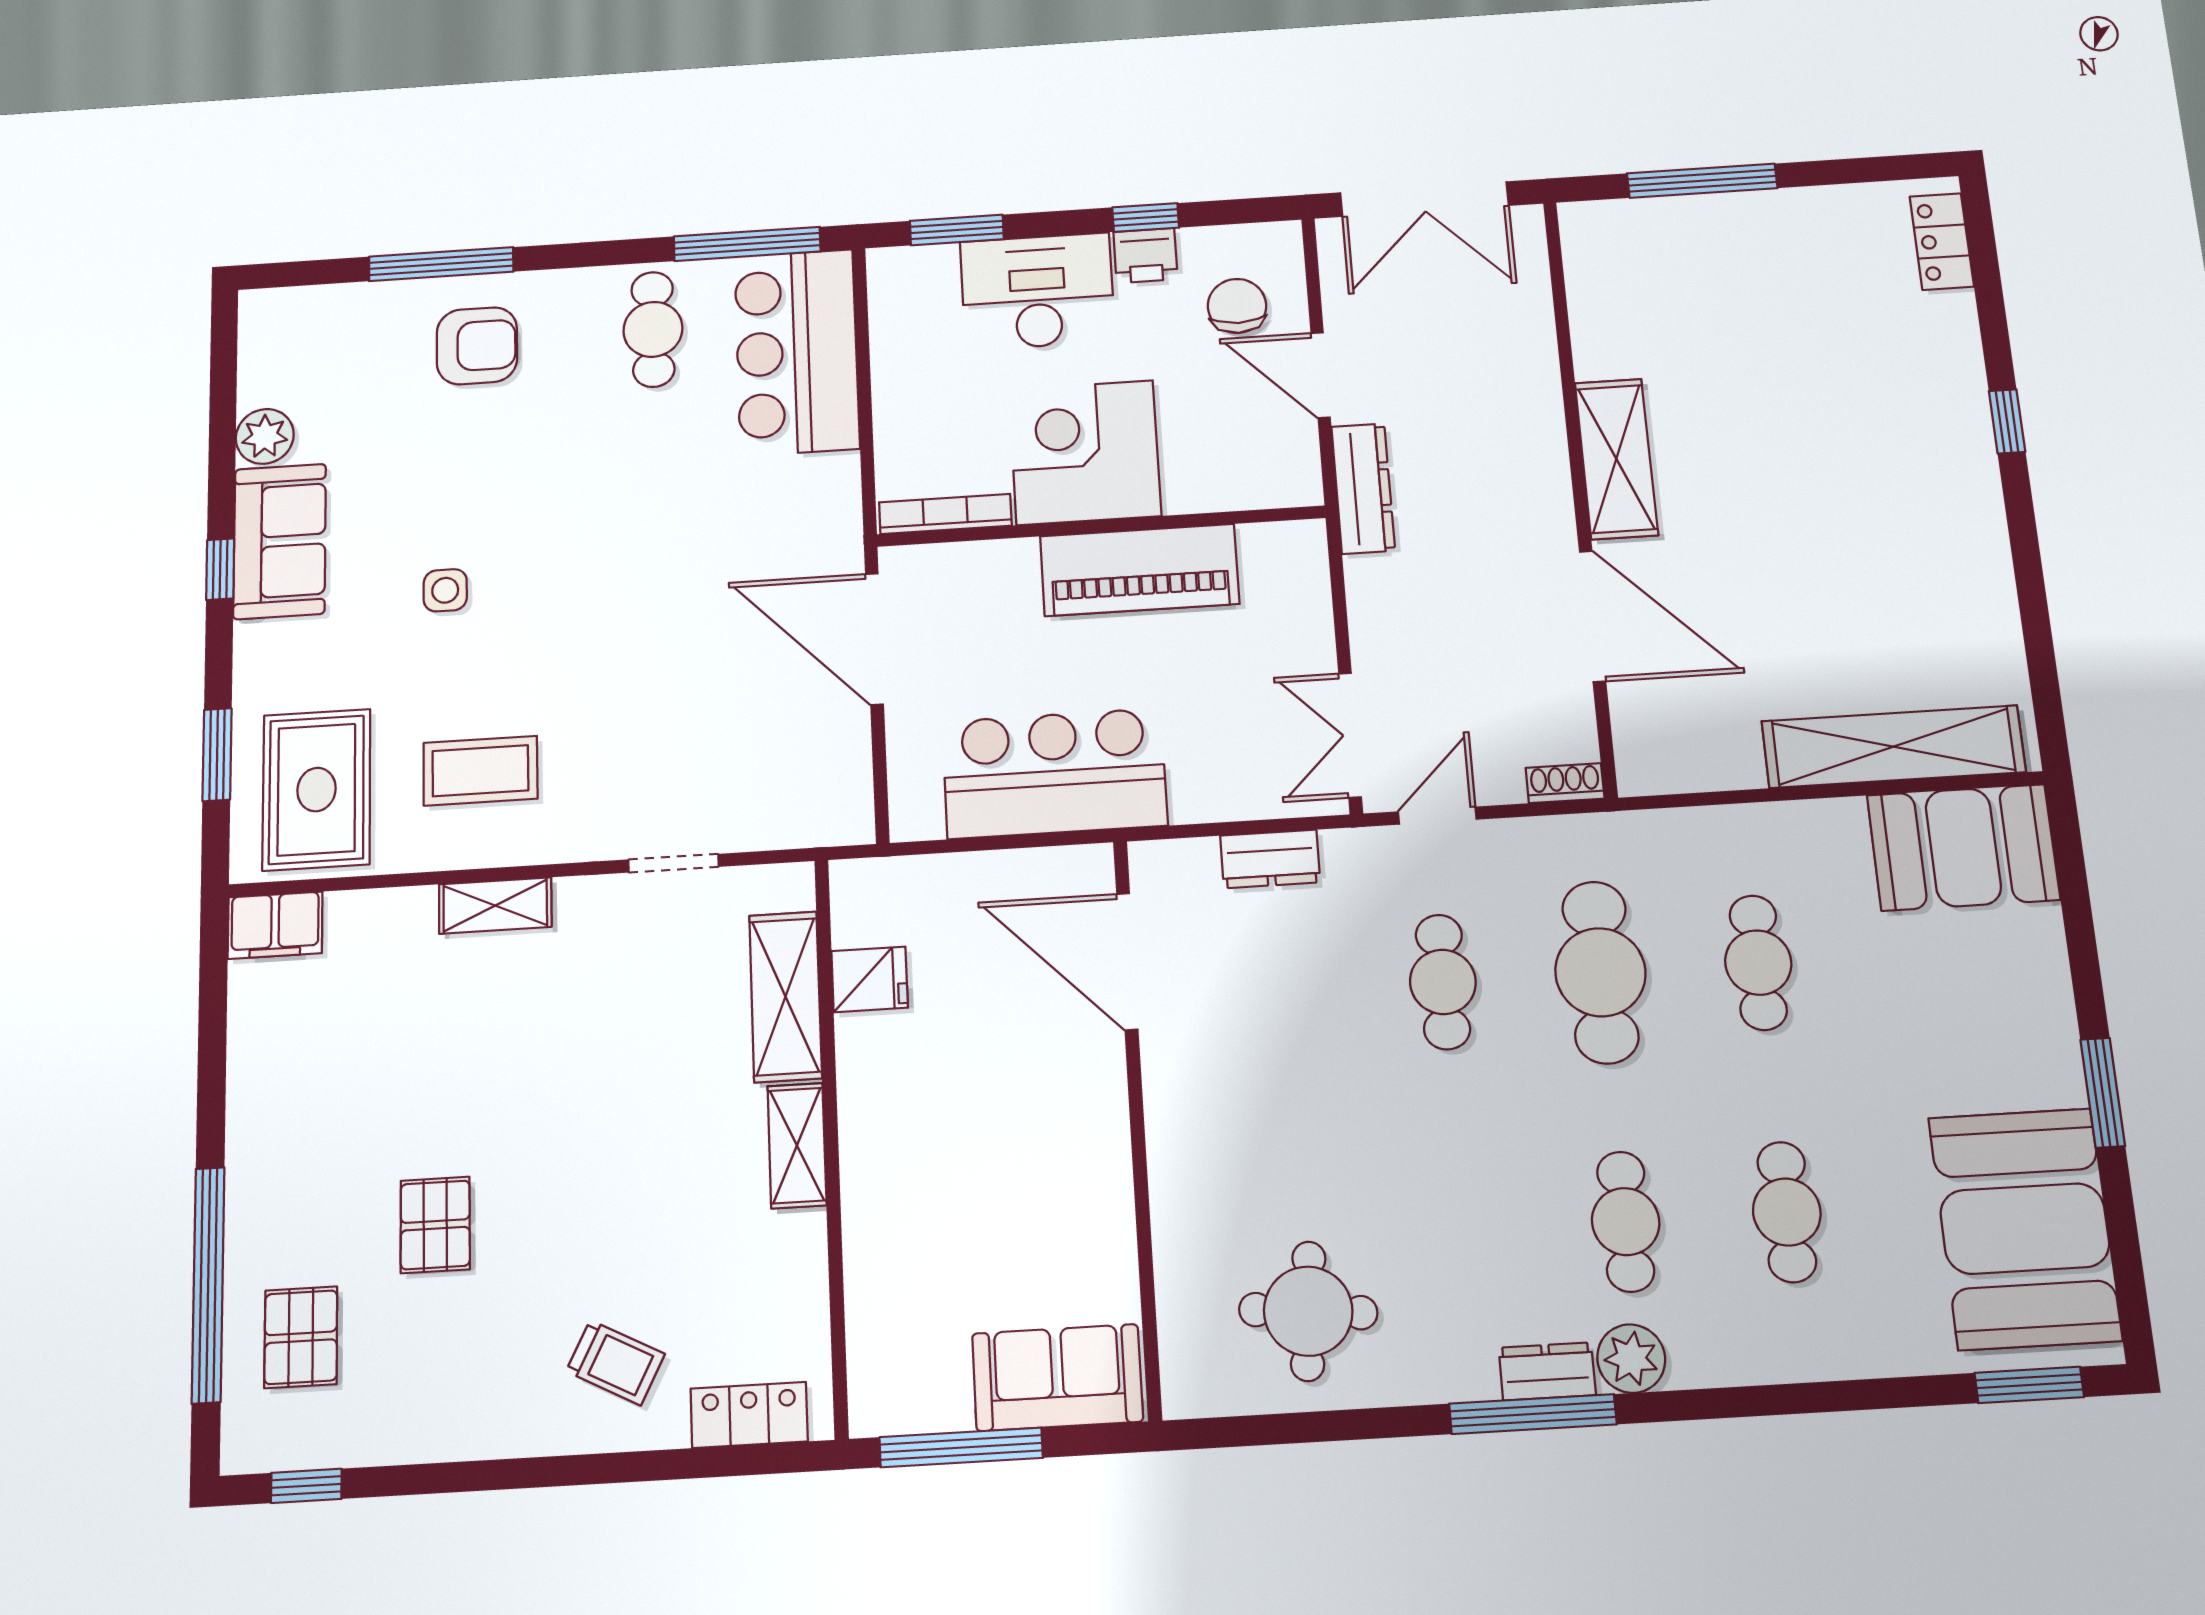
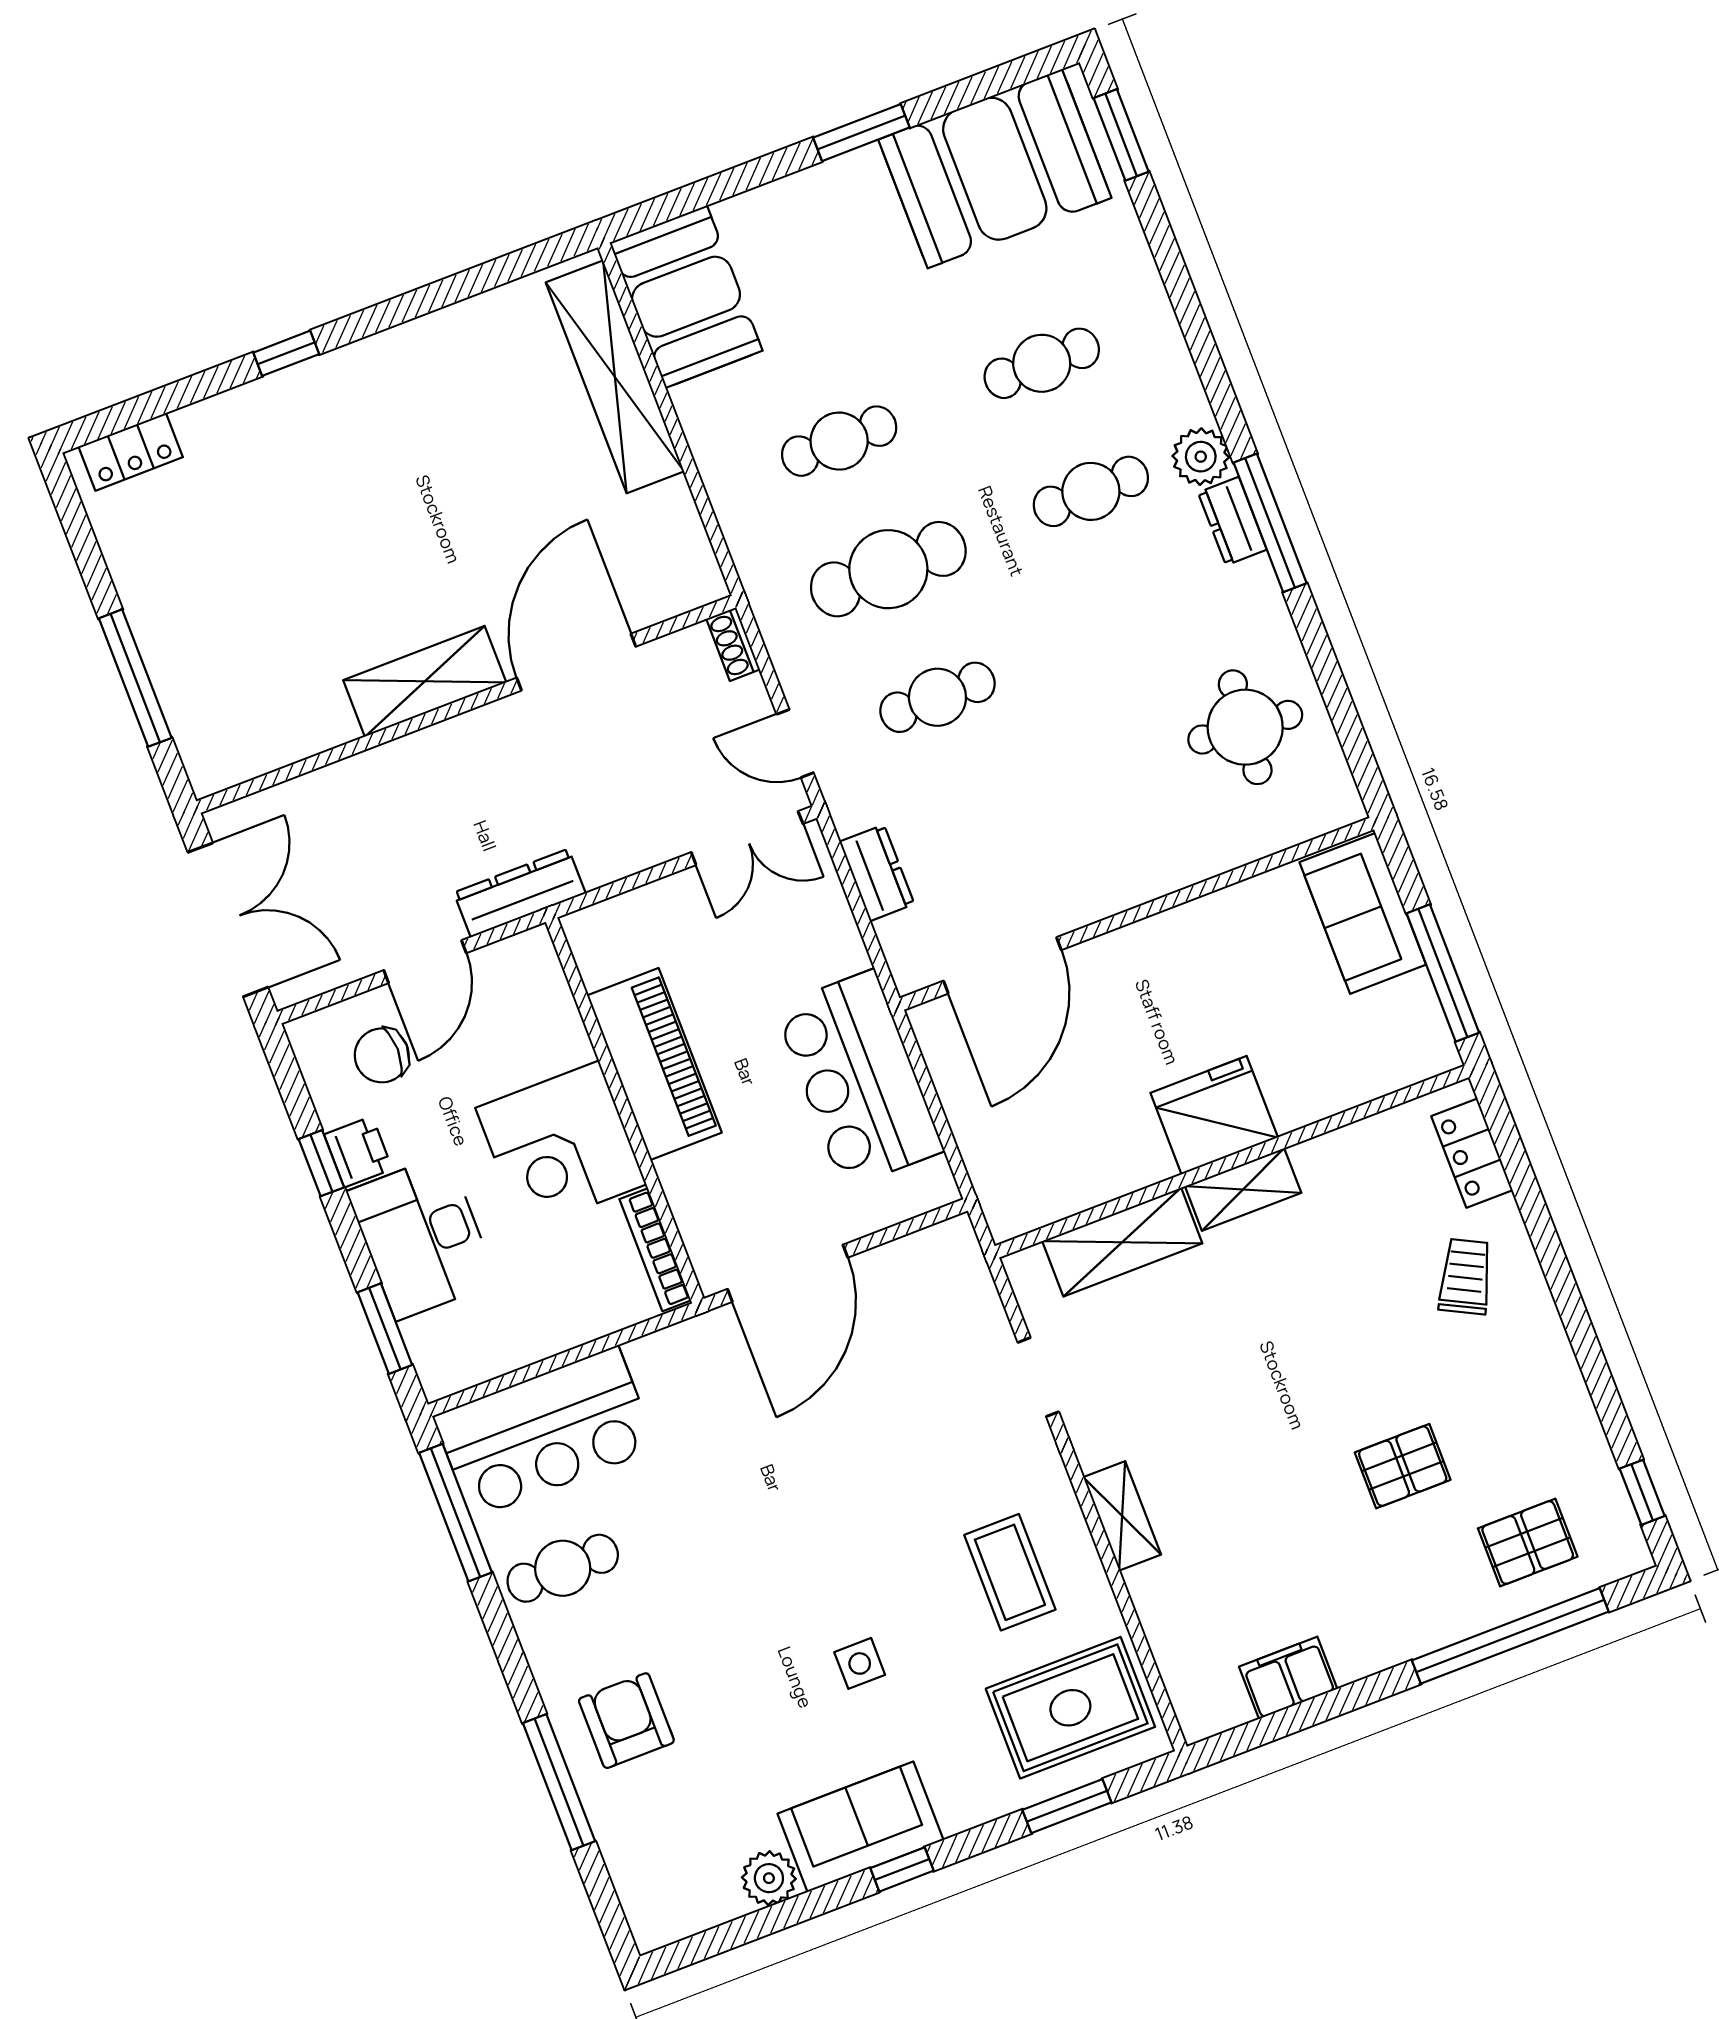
filing cabinet: (275, 925) -> (1288, 1678), moved, turned -90
fridge: (870, 979) -> (1214, 1115), moved, width x1.88, depth x1.34

